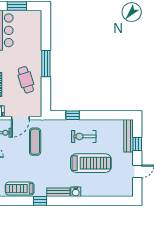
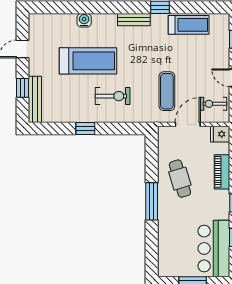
window: (73, 115) -> (85, 128), moved
exercise bike: (84, 136) -> (113, 96), moved
treadmill: (91, 163) -> (88, 61), turned 180
water cooler: (76, 192) -> (84, 20), moved

